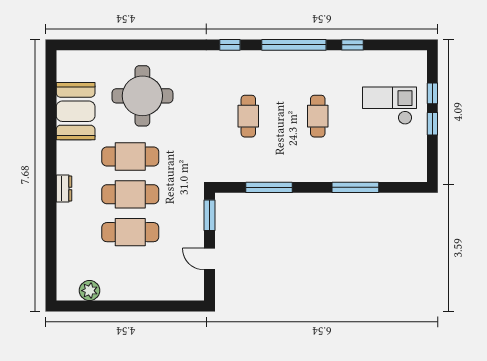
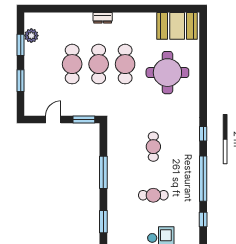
booth: (76, 111) -> (177, 26), moved
cafe table: (248, 116) -> (153, 147), turned 90
window: (269, 187) -> (103, 172), moved
window: (355, 187) -> (103, 222), width x0.69
window: (103, 306) -> (21, 45), added
window: (154, 306) -> (21, 81), added

